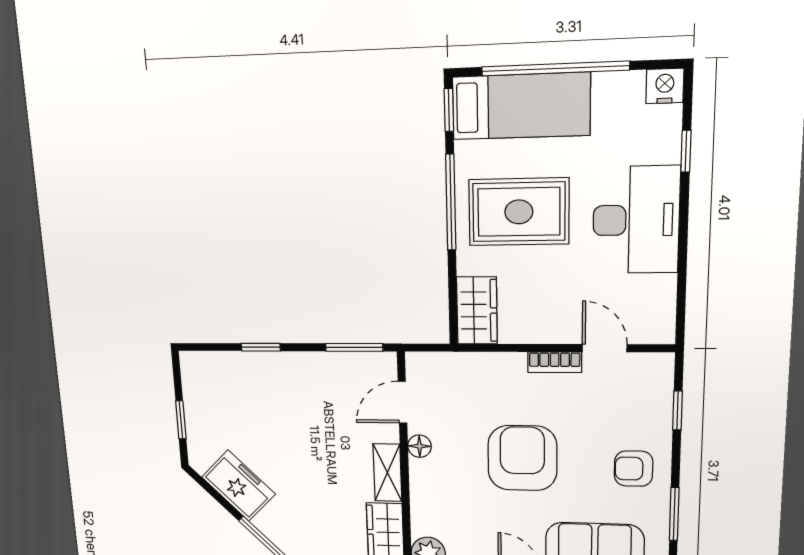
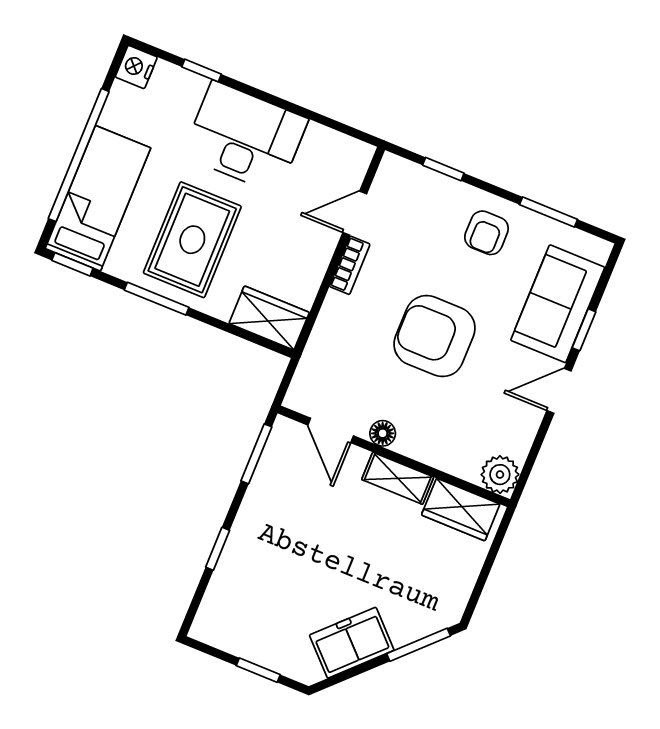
window: (451, 202) -> (157, 299), width x0.69

